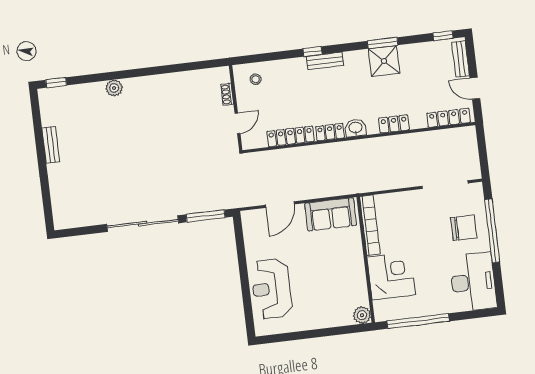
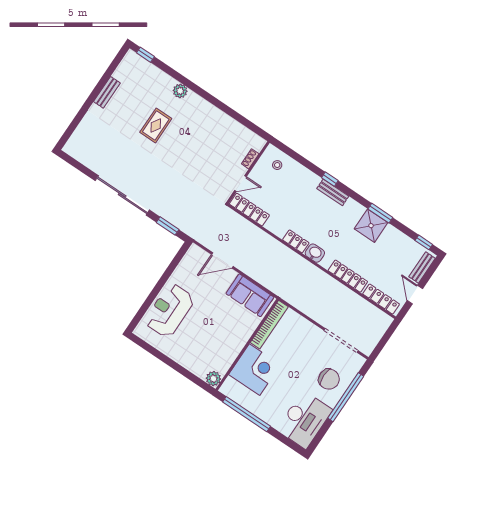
locker: (394, 124) -> (348, 276), width x1.53
locker: (291, 136) -> (249, 210), moved
rug: (119, 137) -> (156, 125), added
window: (206, 216) -> (168, 226), width x0.69

